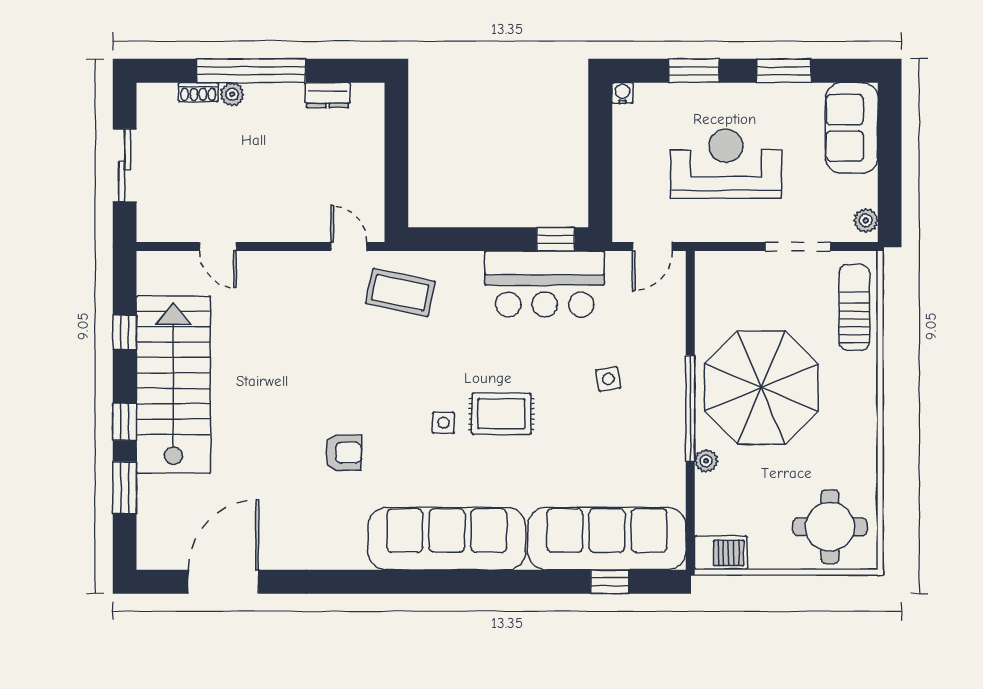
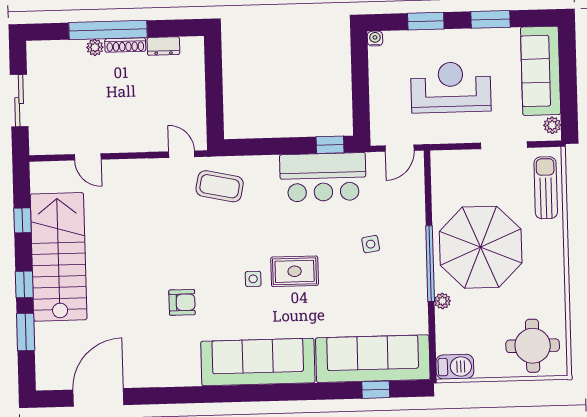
shoe rack: (198, 92) -> (125, 45), moved, width x1.43
sofa: (852, 128) -> (541, 71), width x1.36

